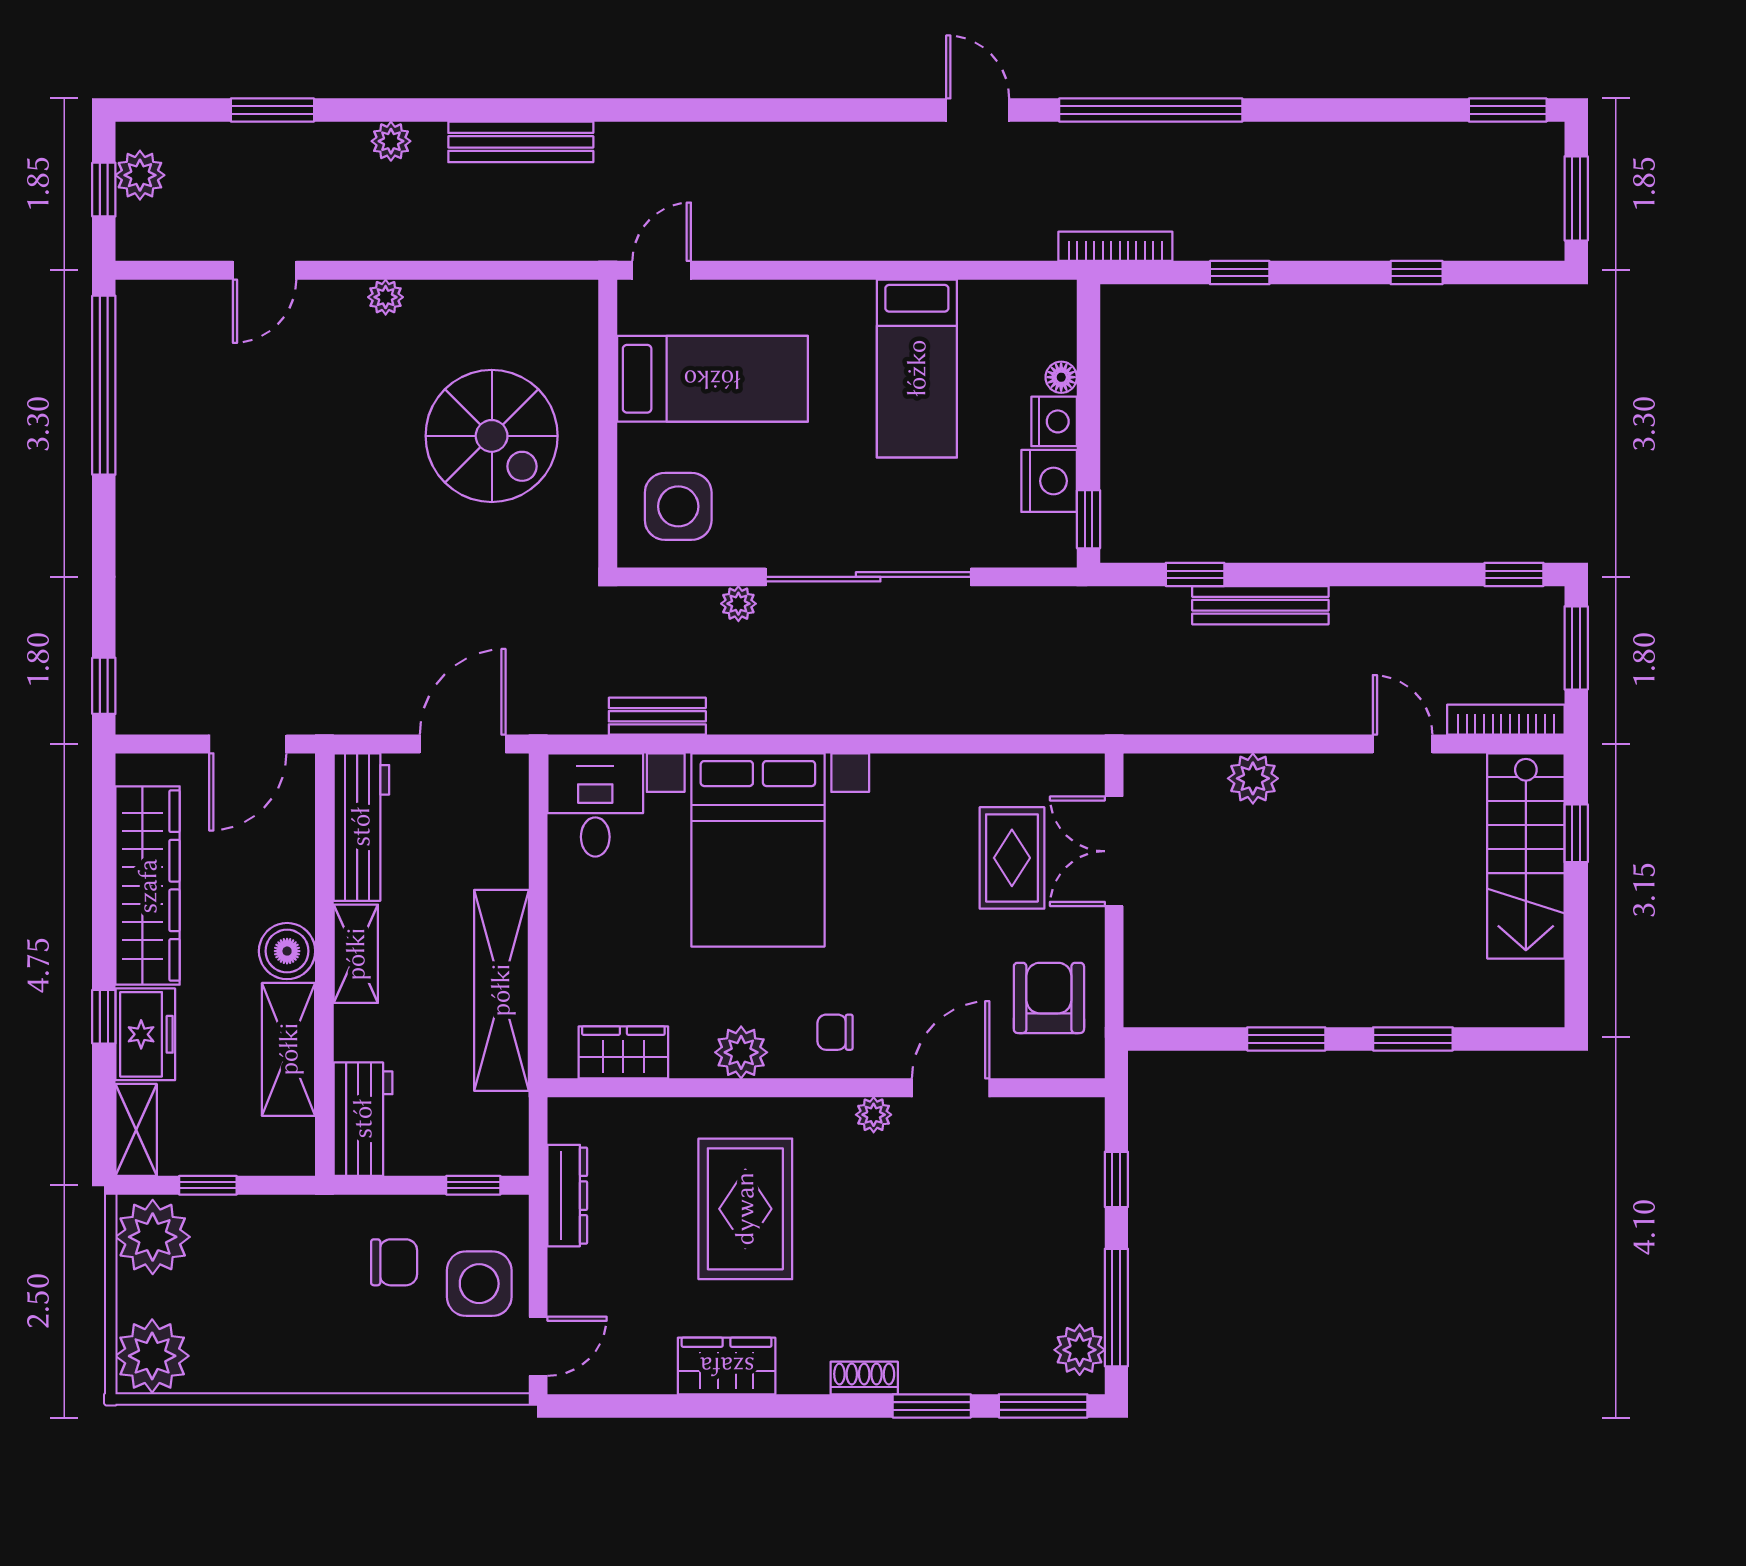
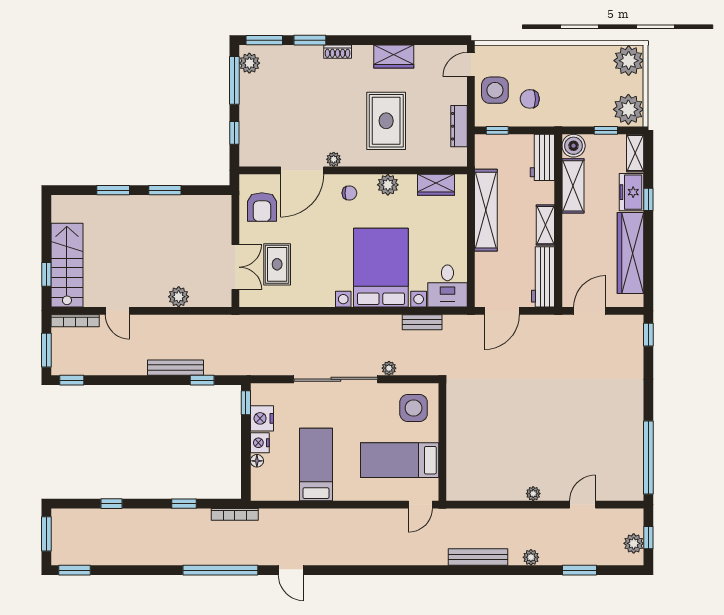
spiral stairs: (492, 436) -> (490, 437), removed
boiler: (287, 951) -> (574, 146), moved
door: (951, 1088) -> (302, 170), width x1.36

